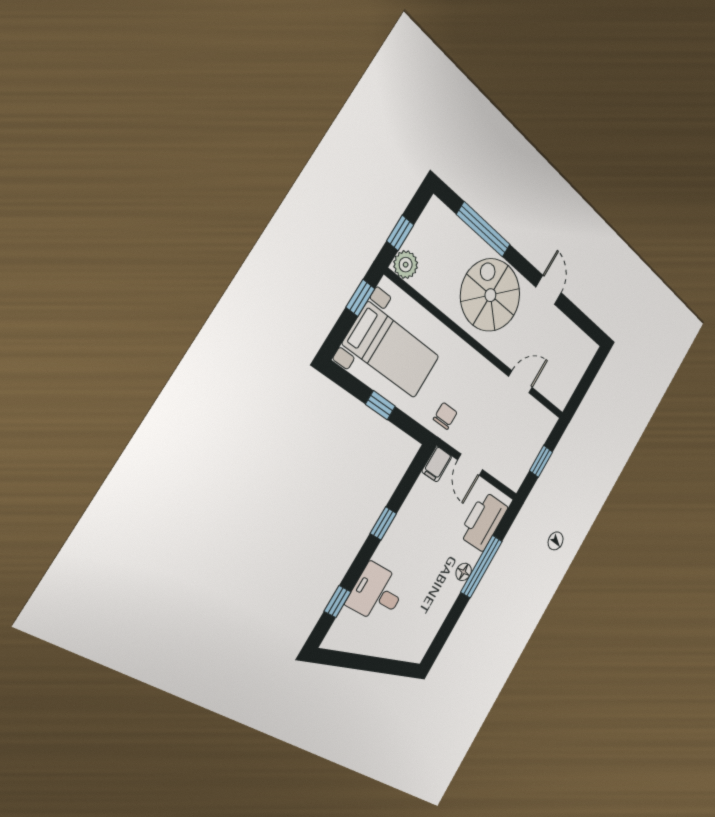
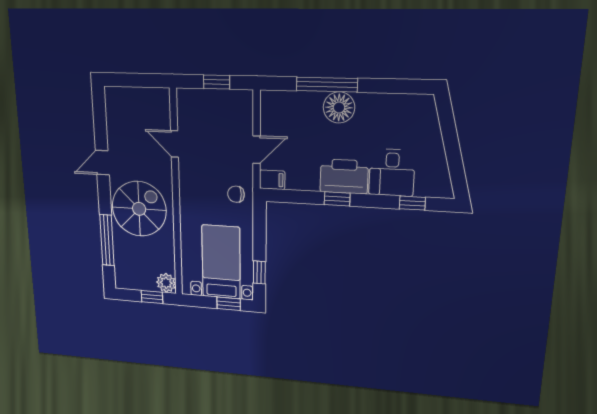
spiral stairs: (490, 295) -> (139, 209), turned 180
window: (360, 298) -> (229, 304), moved
window: (380, 405) -> (259, 272), moved
printer: (483, 521) -> (344, 176), moved, turned 180
floor lamp: (464, 572) -> (339, 107), width x1.89, depth x1.89

